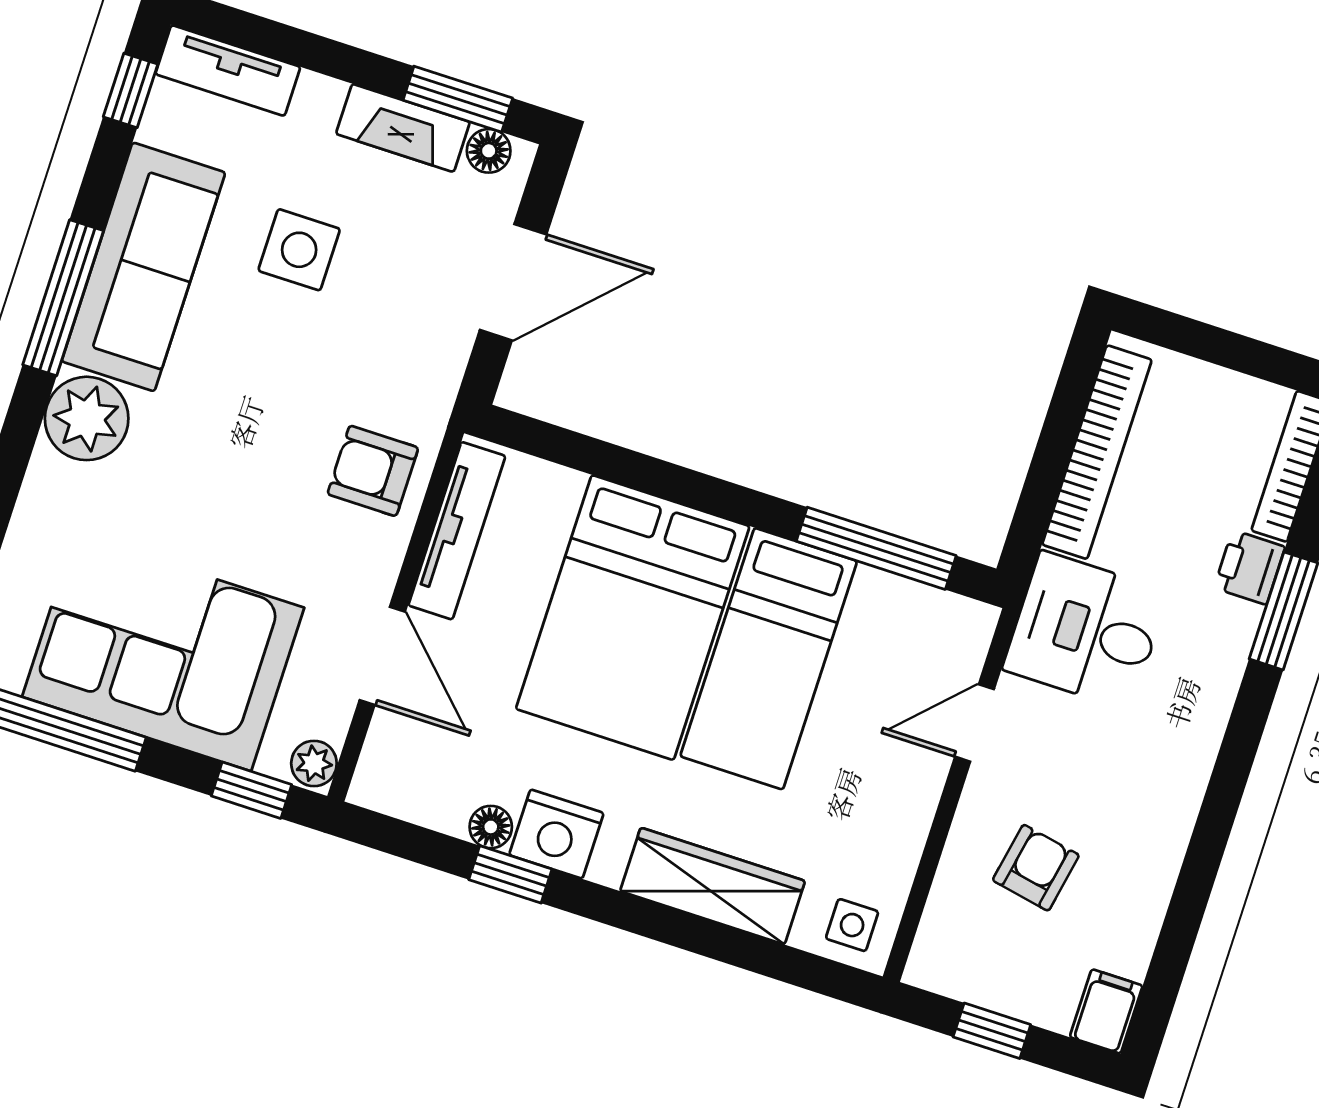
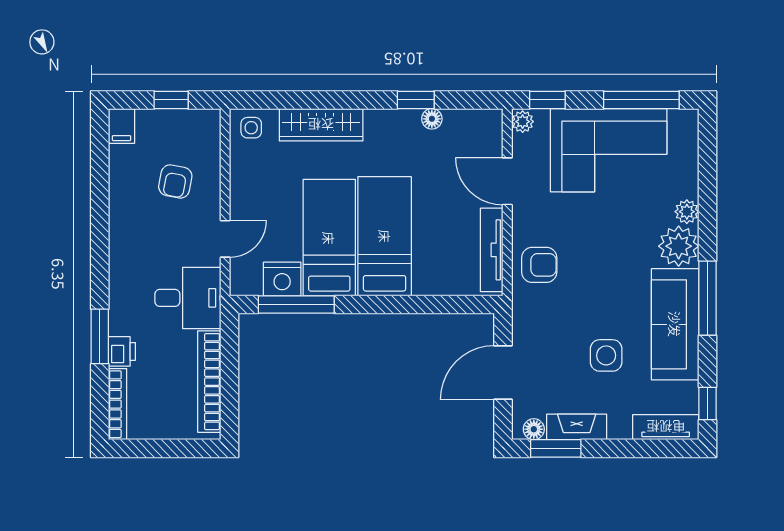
plant: (48, 481) -> (687, 212), added
bed: (633, 618) -> (385, 236), width x0.67
nightstand: (556, 834) -> (282, 279), moved, turned 180

